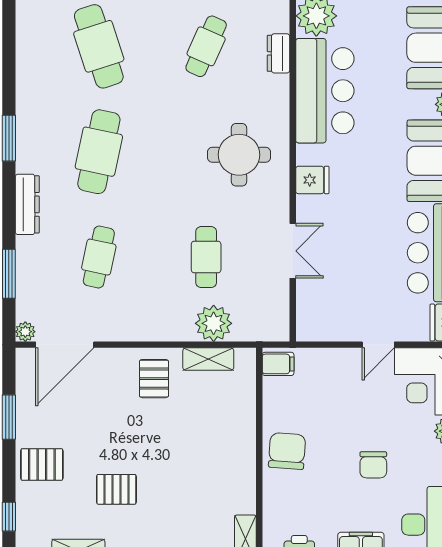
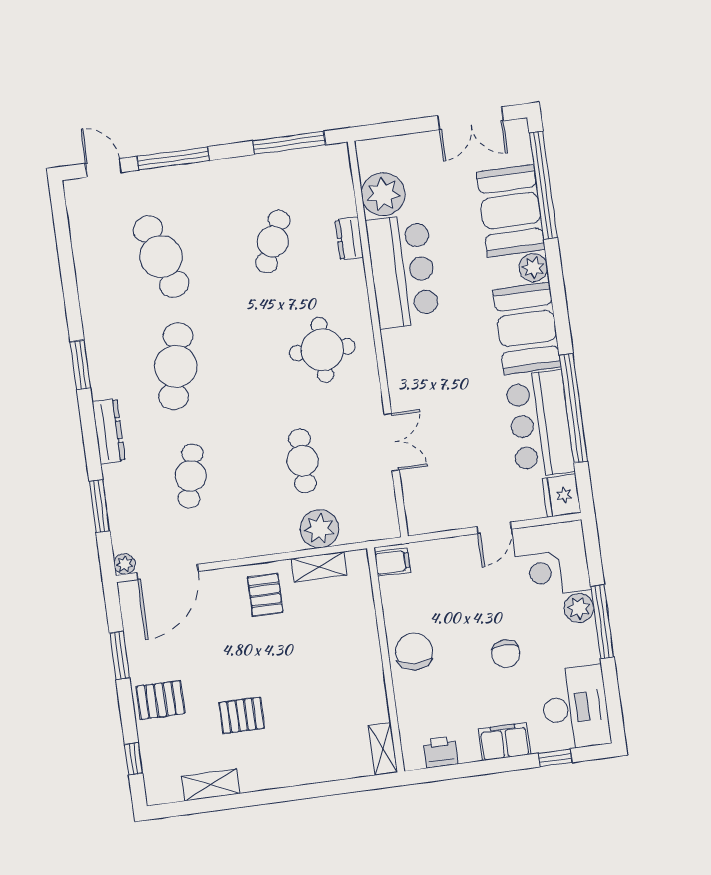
fridge: (312, 180) -> (402, 366), removed

